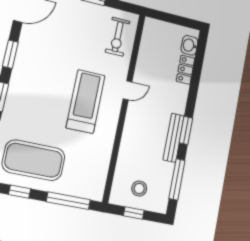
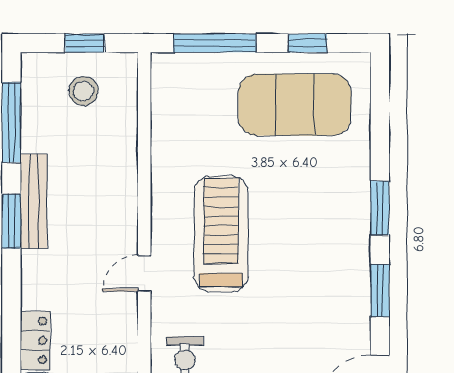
treadmill: (86, 101) -> (221, 234), turned 180

